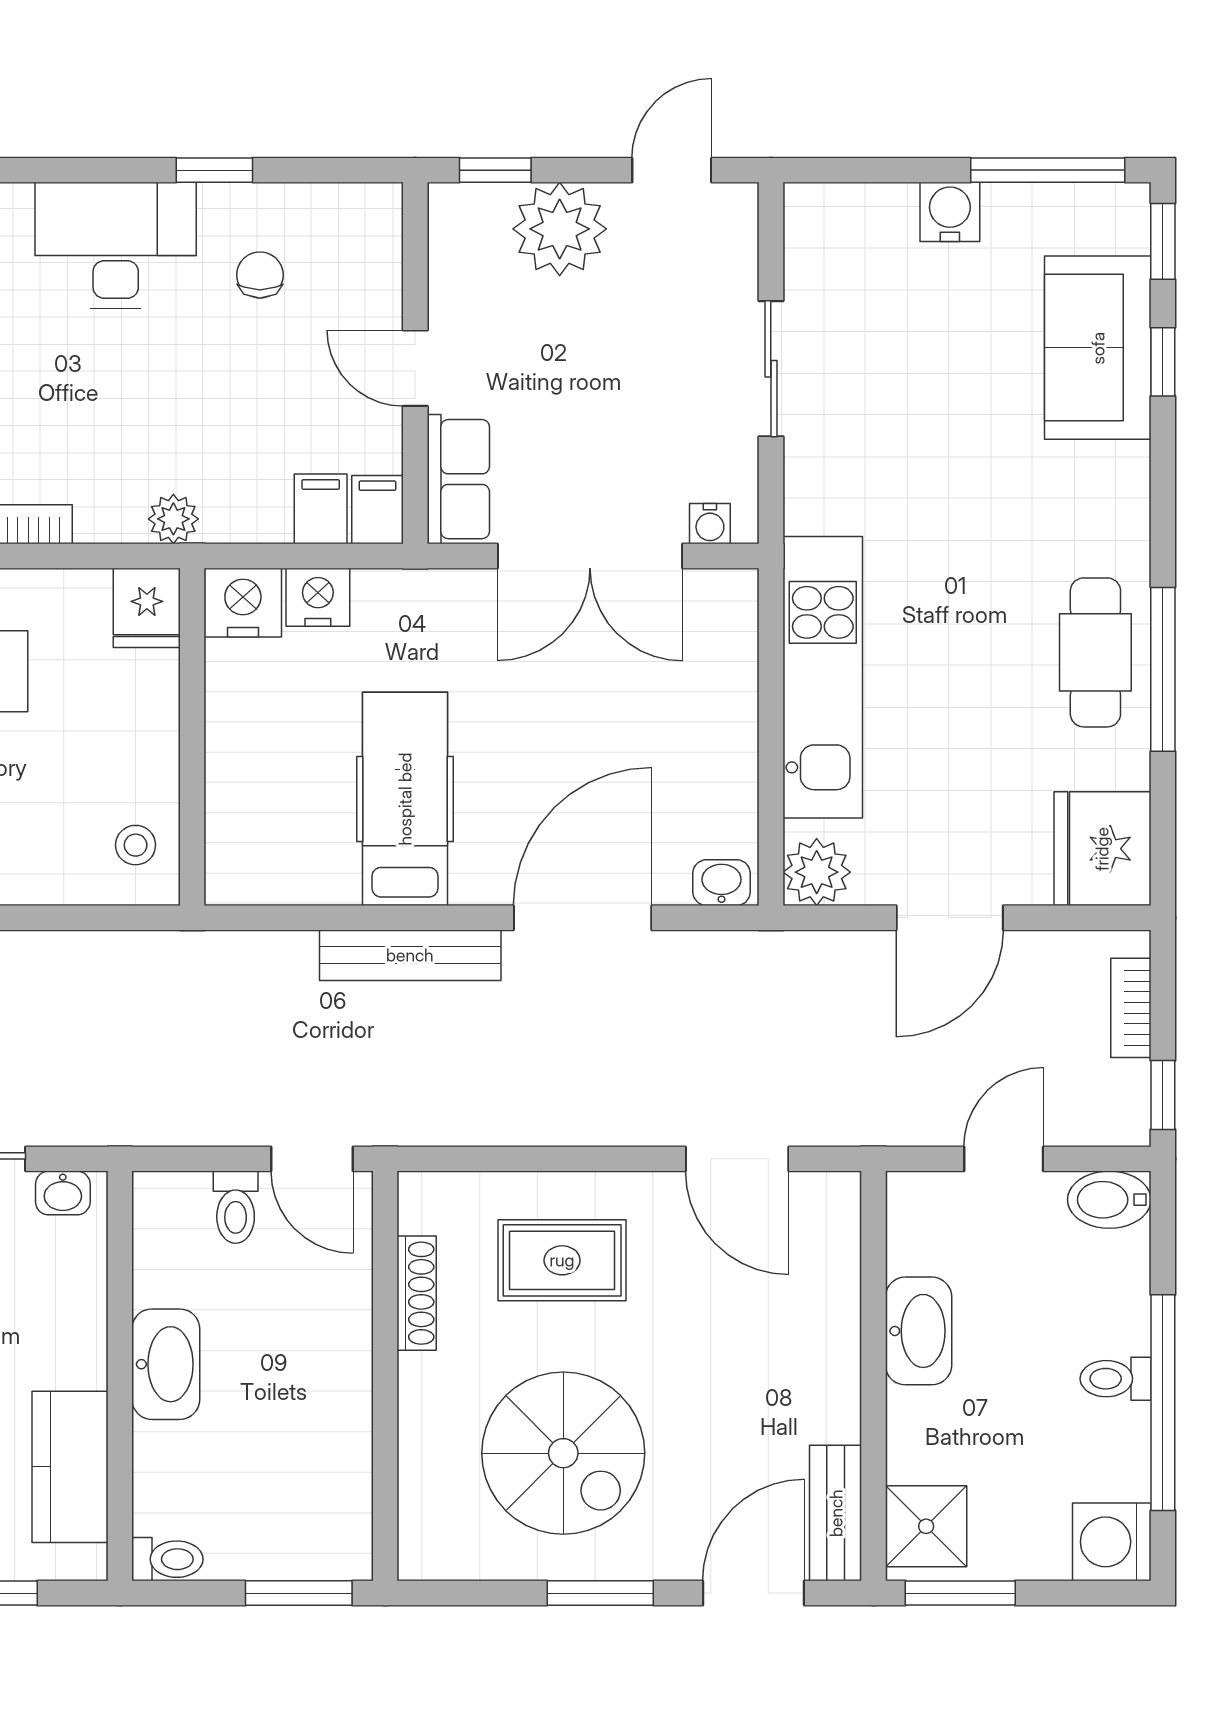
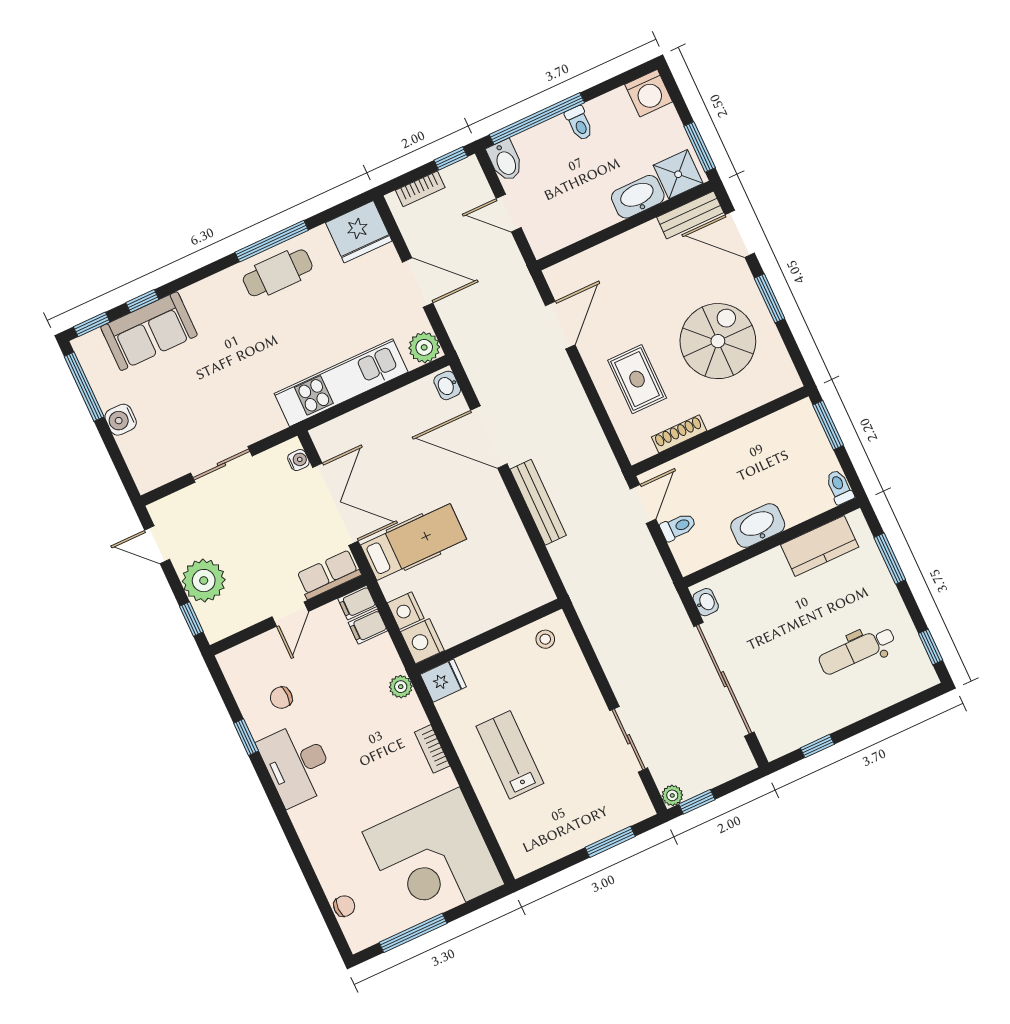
hospital bed: (405, 799) -> (413, 542), moved, turned 180
washbasin: (919, 1331) -> (638, 197), moved
window: (1163, 1403) -> (537, 119), moved

